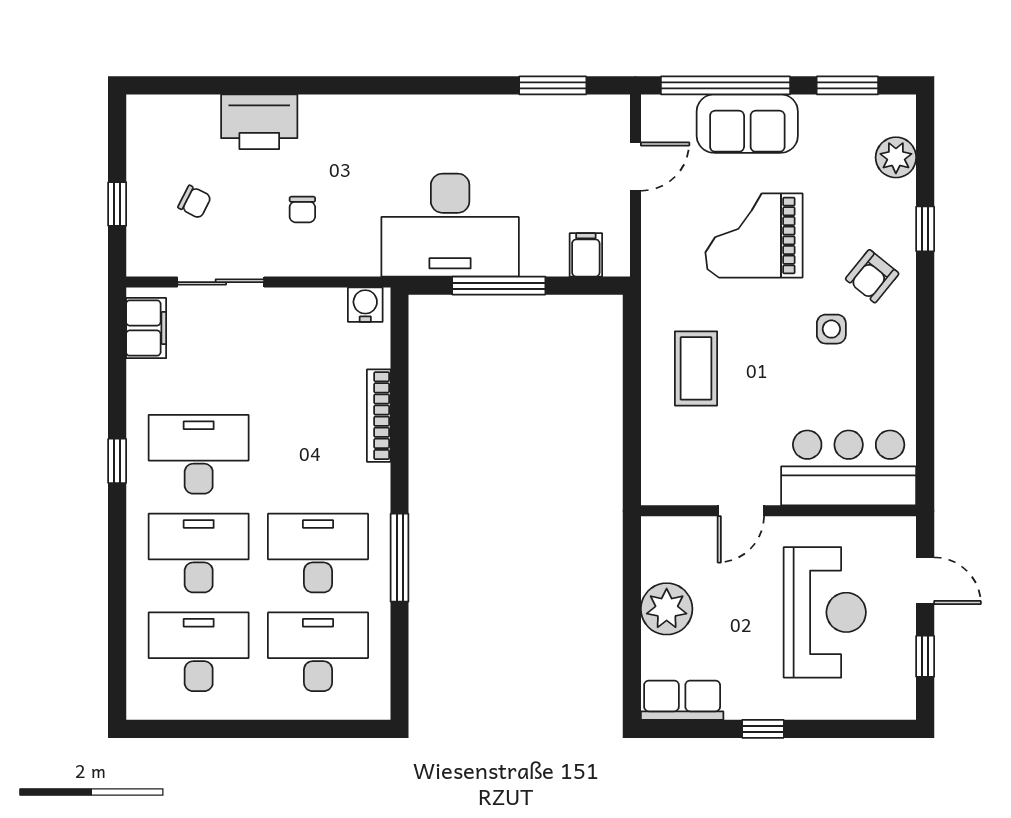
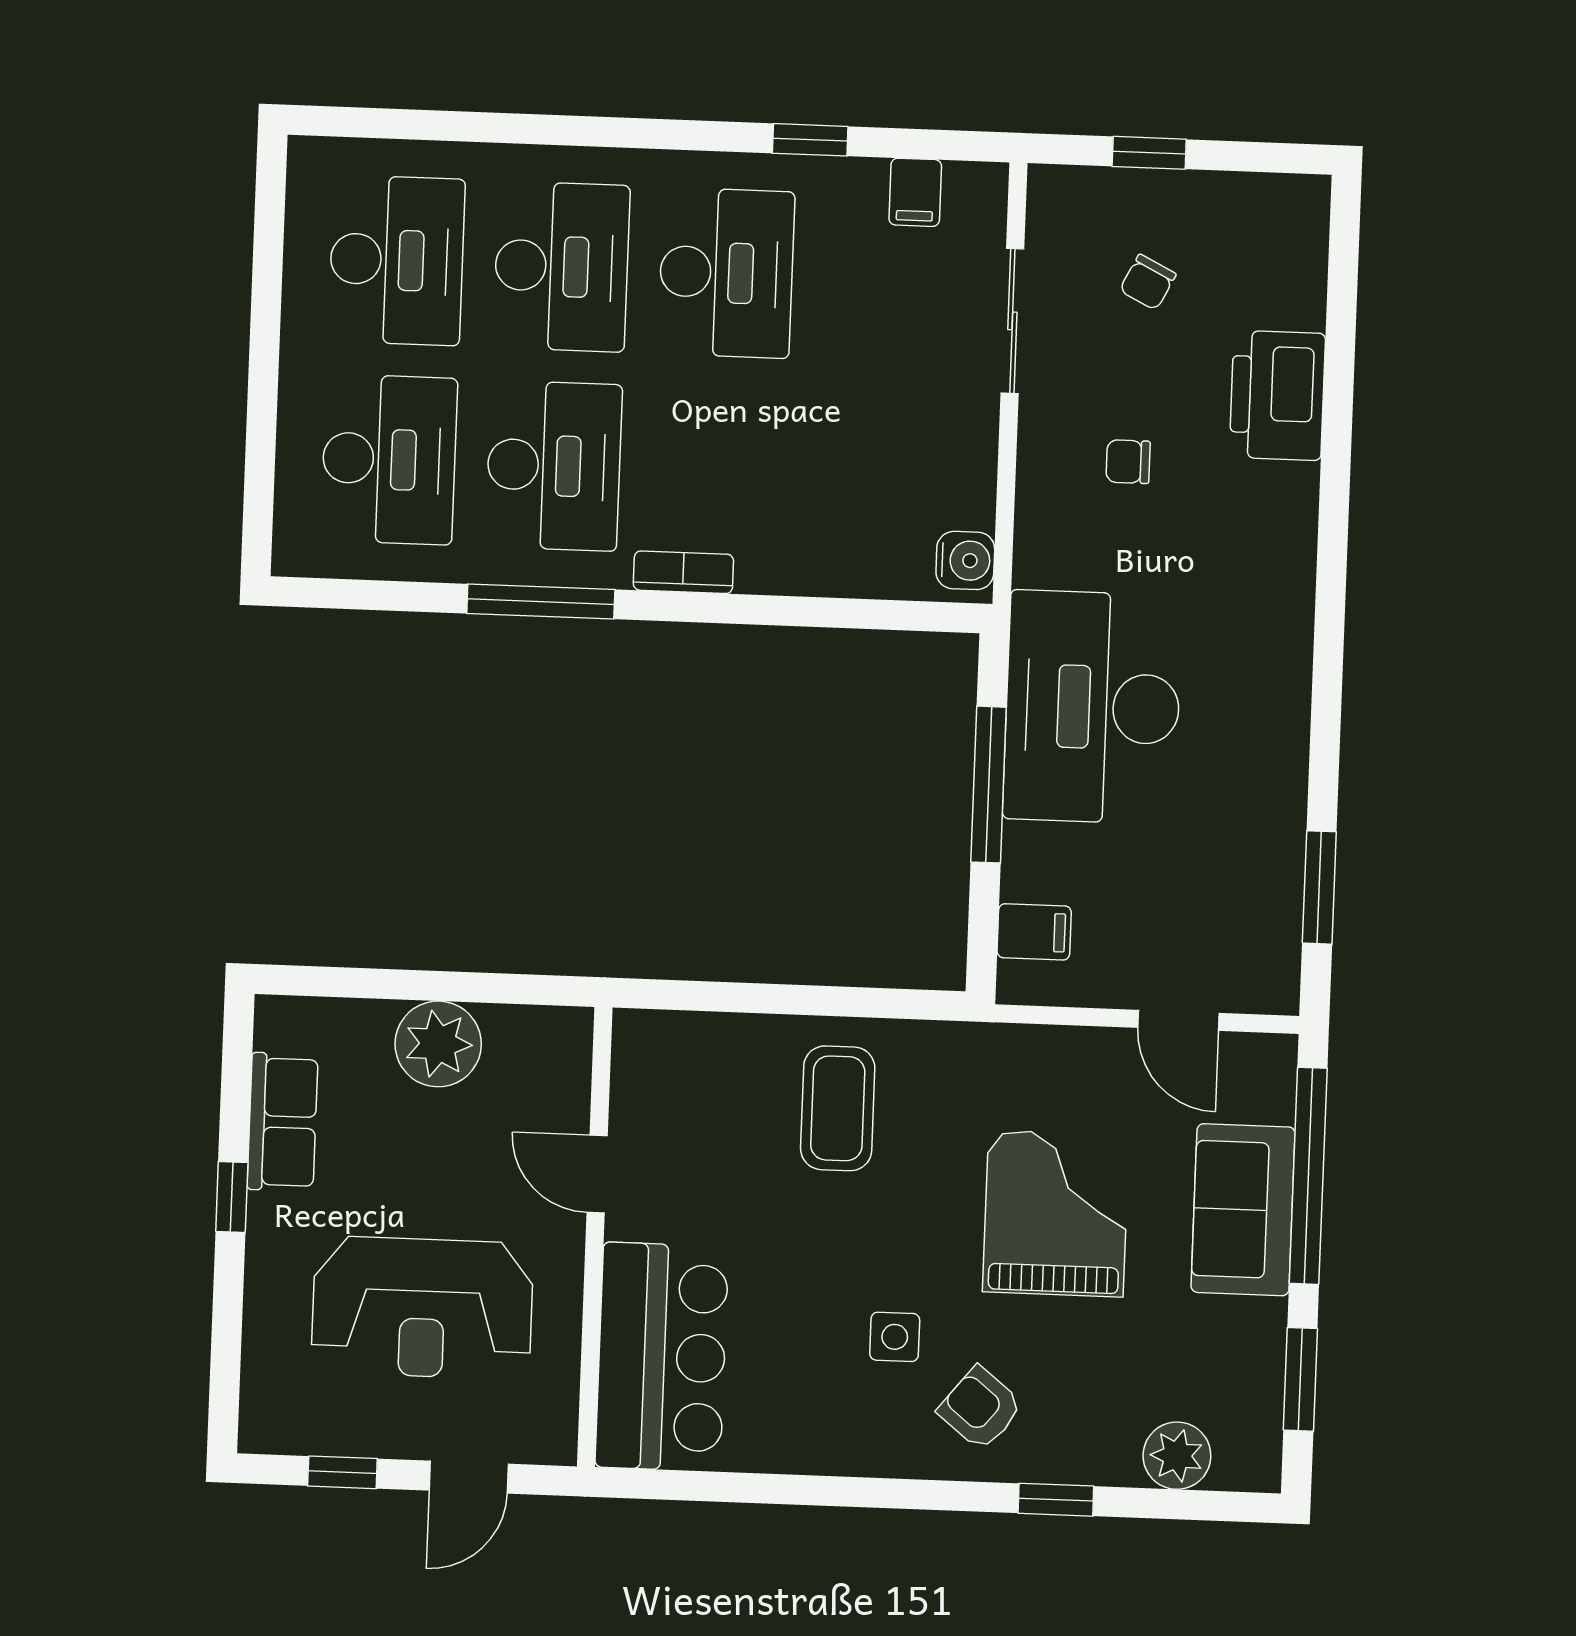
filing cabinet: (146, 328) -> (915, 192), width x0.50
coffee table: (696, 368) -> (838, 1108), turned 90
bookcase: (379, 416) -> (683, 572), moved, width x0.64
window: (117, 461) -> (810, 140), moved
row of seats: (682, 700) -> (283, 1122), moved

